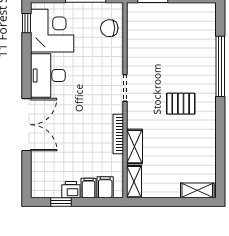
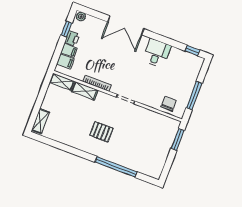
corner desk: (52, 31) -> (181, 65), removed
desk: (48, 75) -> (157, 53), width x0.73
pallet: (181, 104) -> (101, 132), turned 90
plant: (37, 189) -> (81, 17), added

